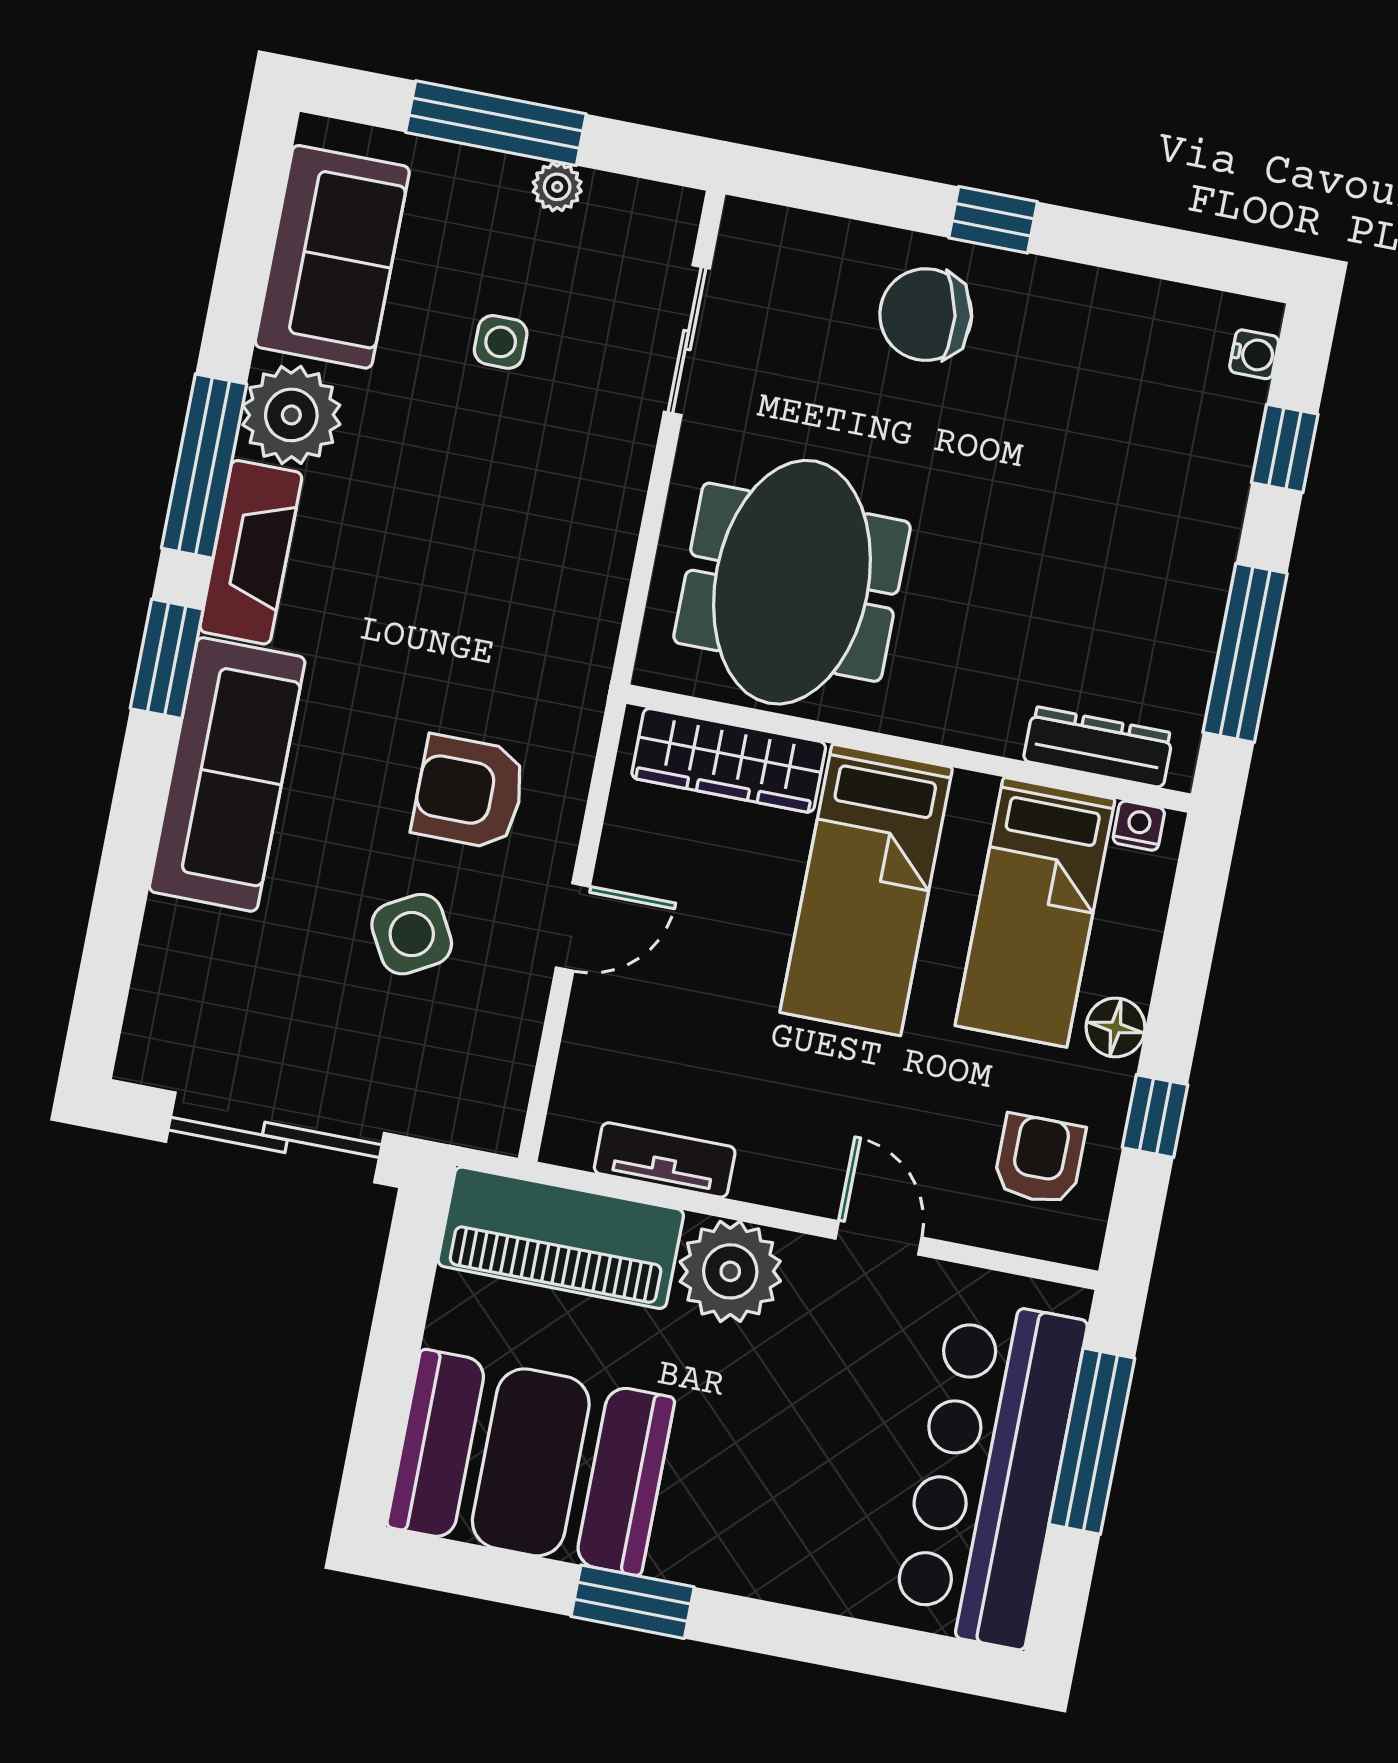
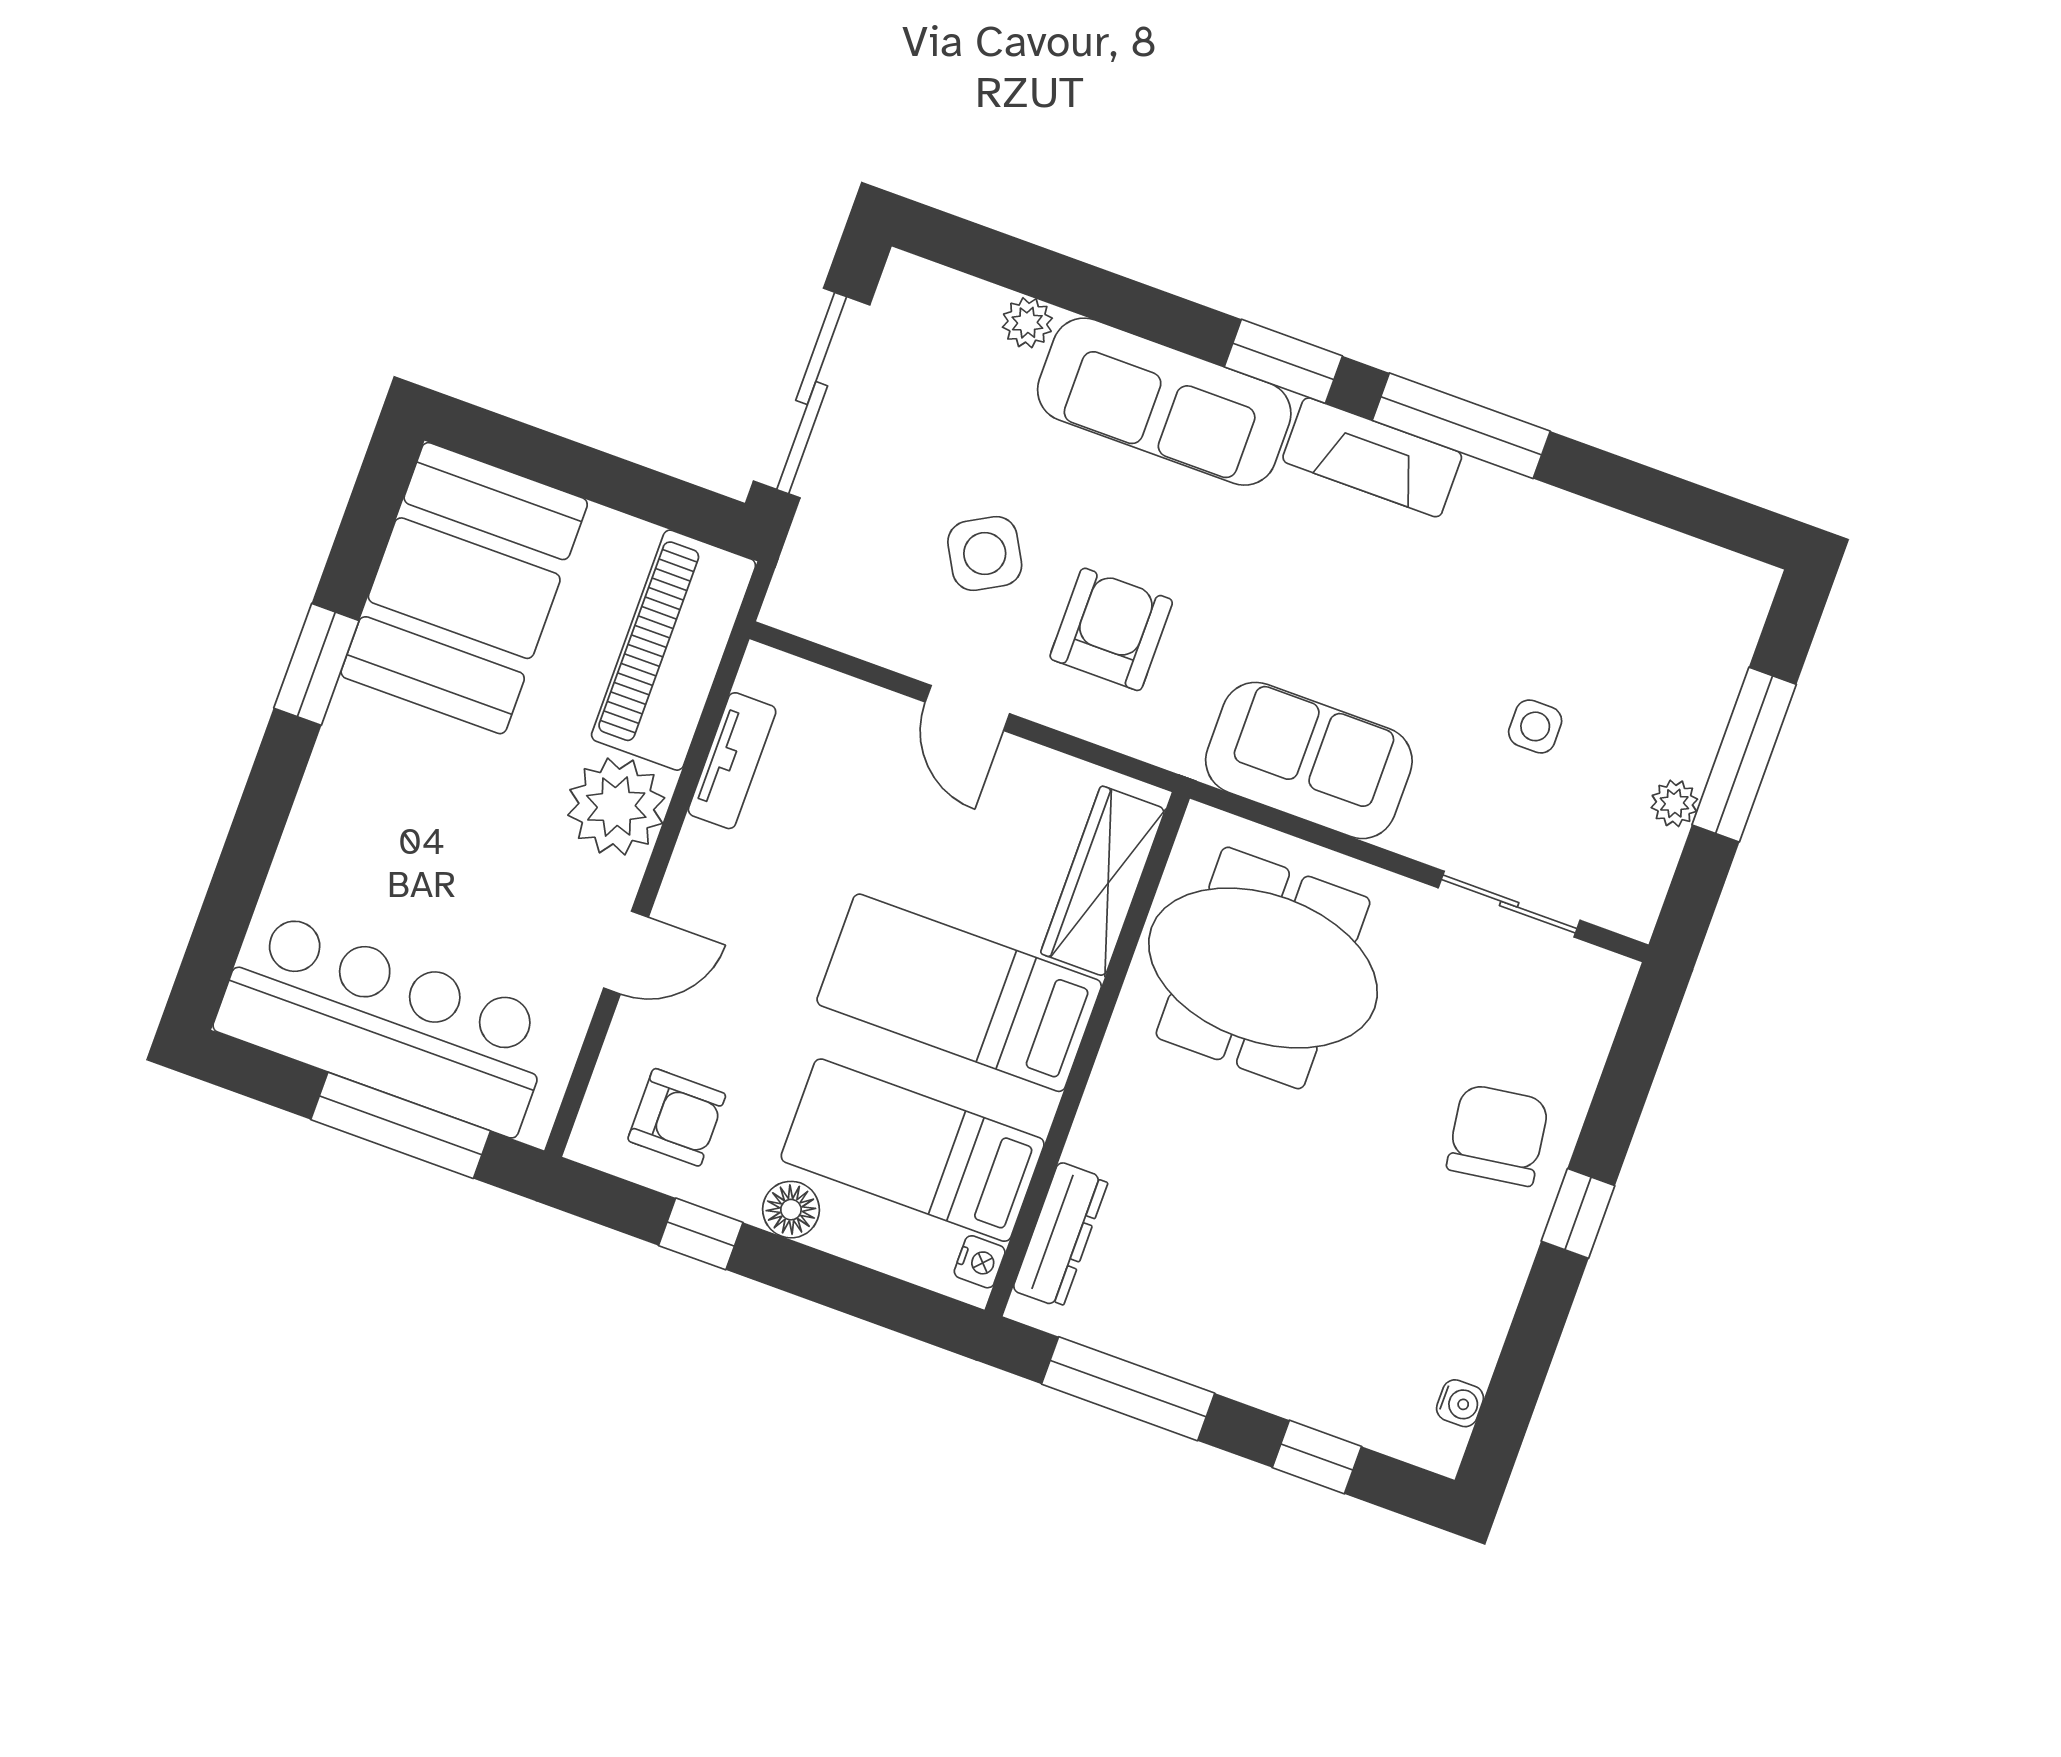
sofa: (332, 257) -> (1309, 760), moved, turned 180
water cooler: (1254, 354) -> (1460, 1403), moved, turned -90
plant: (291, 415) -> (1027, 323), moved, width x0.53, depth x0.53

